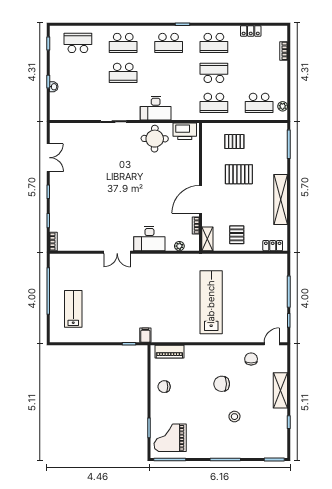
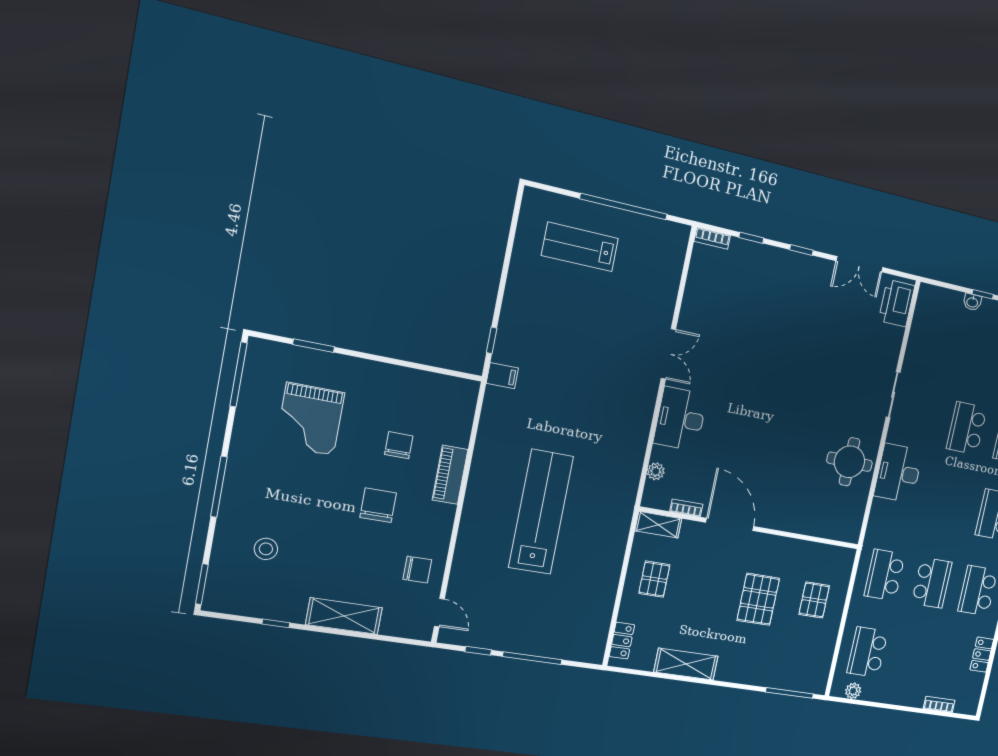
printer: (185, 131) -> (897, 303), moved
shelving: (281, 200) -> (686, 664), width x0.68
pallet: (237, 235) -> (654, 579), turned 90
double door: (117, 252) -> (668, 354), swing flipped
lab bench: (211, 302) -> (541, 512), turned -90
lab bench: (73, 309) -> (580, 247), turned 180
piano: (169, 352) -> (450, 475), moved
chair: (164, 387) -> (399, 445), moved
stool: (234, 417) -> (266, 549), moved
grand piano: (170, 438) -> (310, 419), moved, turned 180

